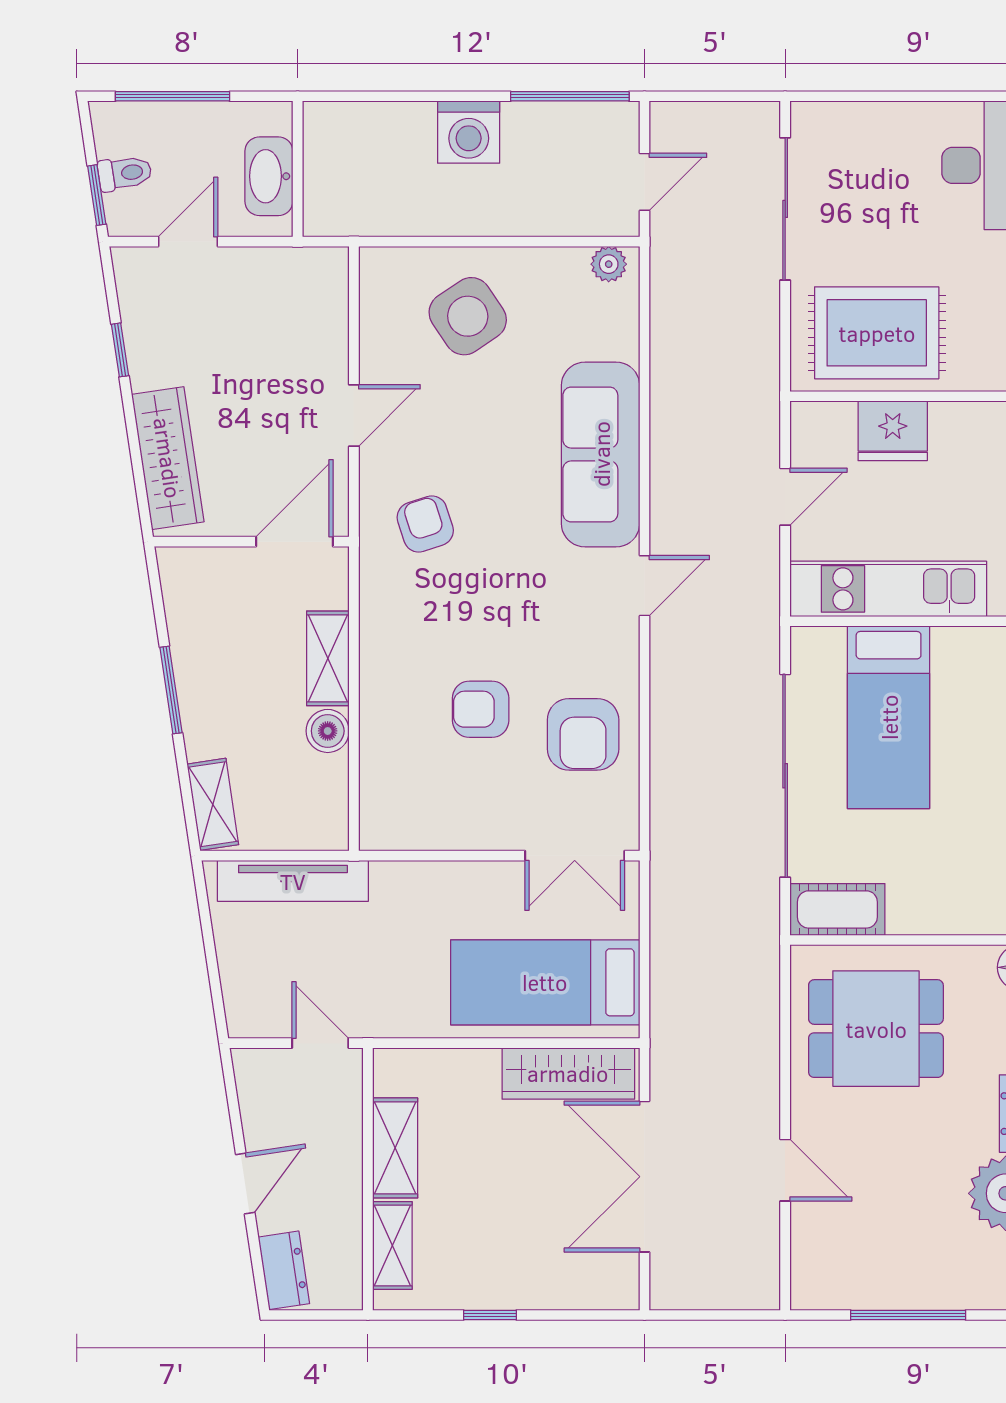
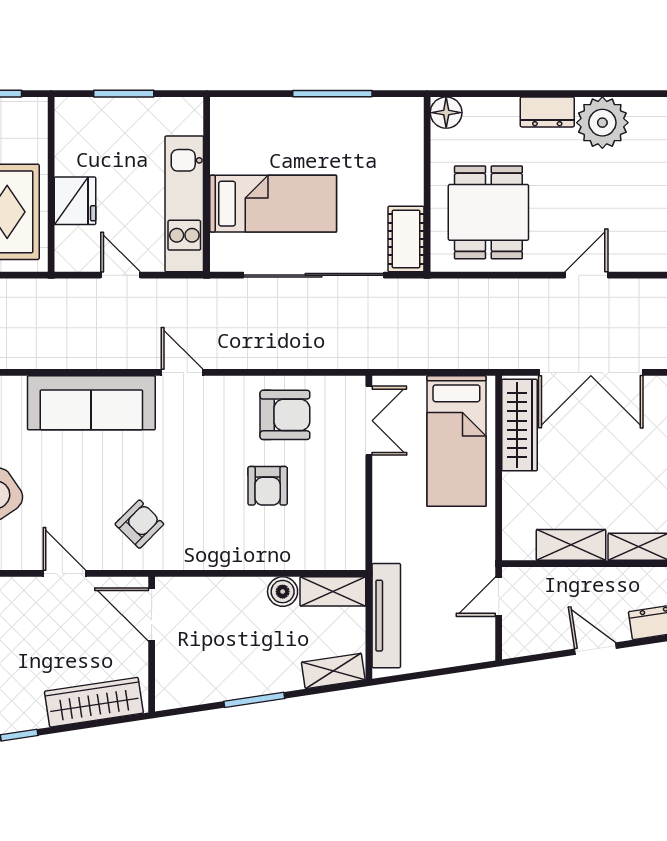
armchair: (425, 524) -> (139, 524), turned 153
shelving: (328, 658) -> (333, 591), moved

